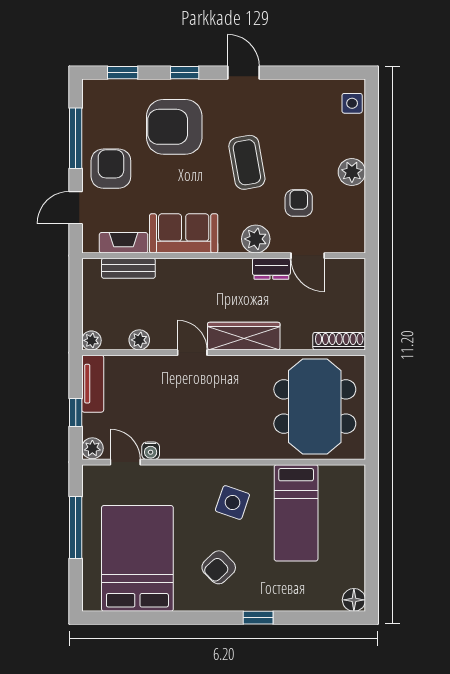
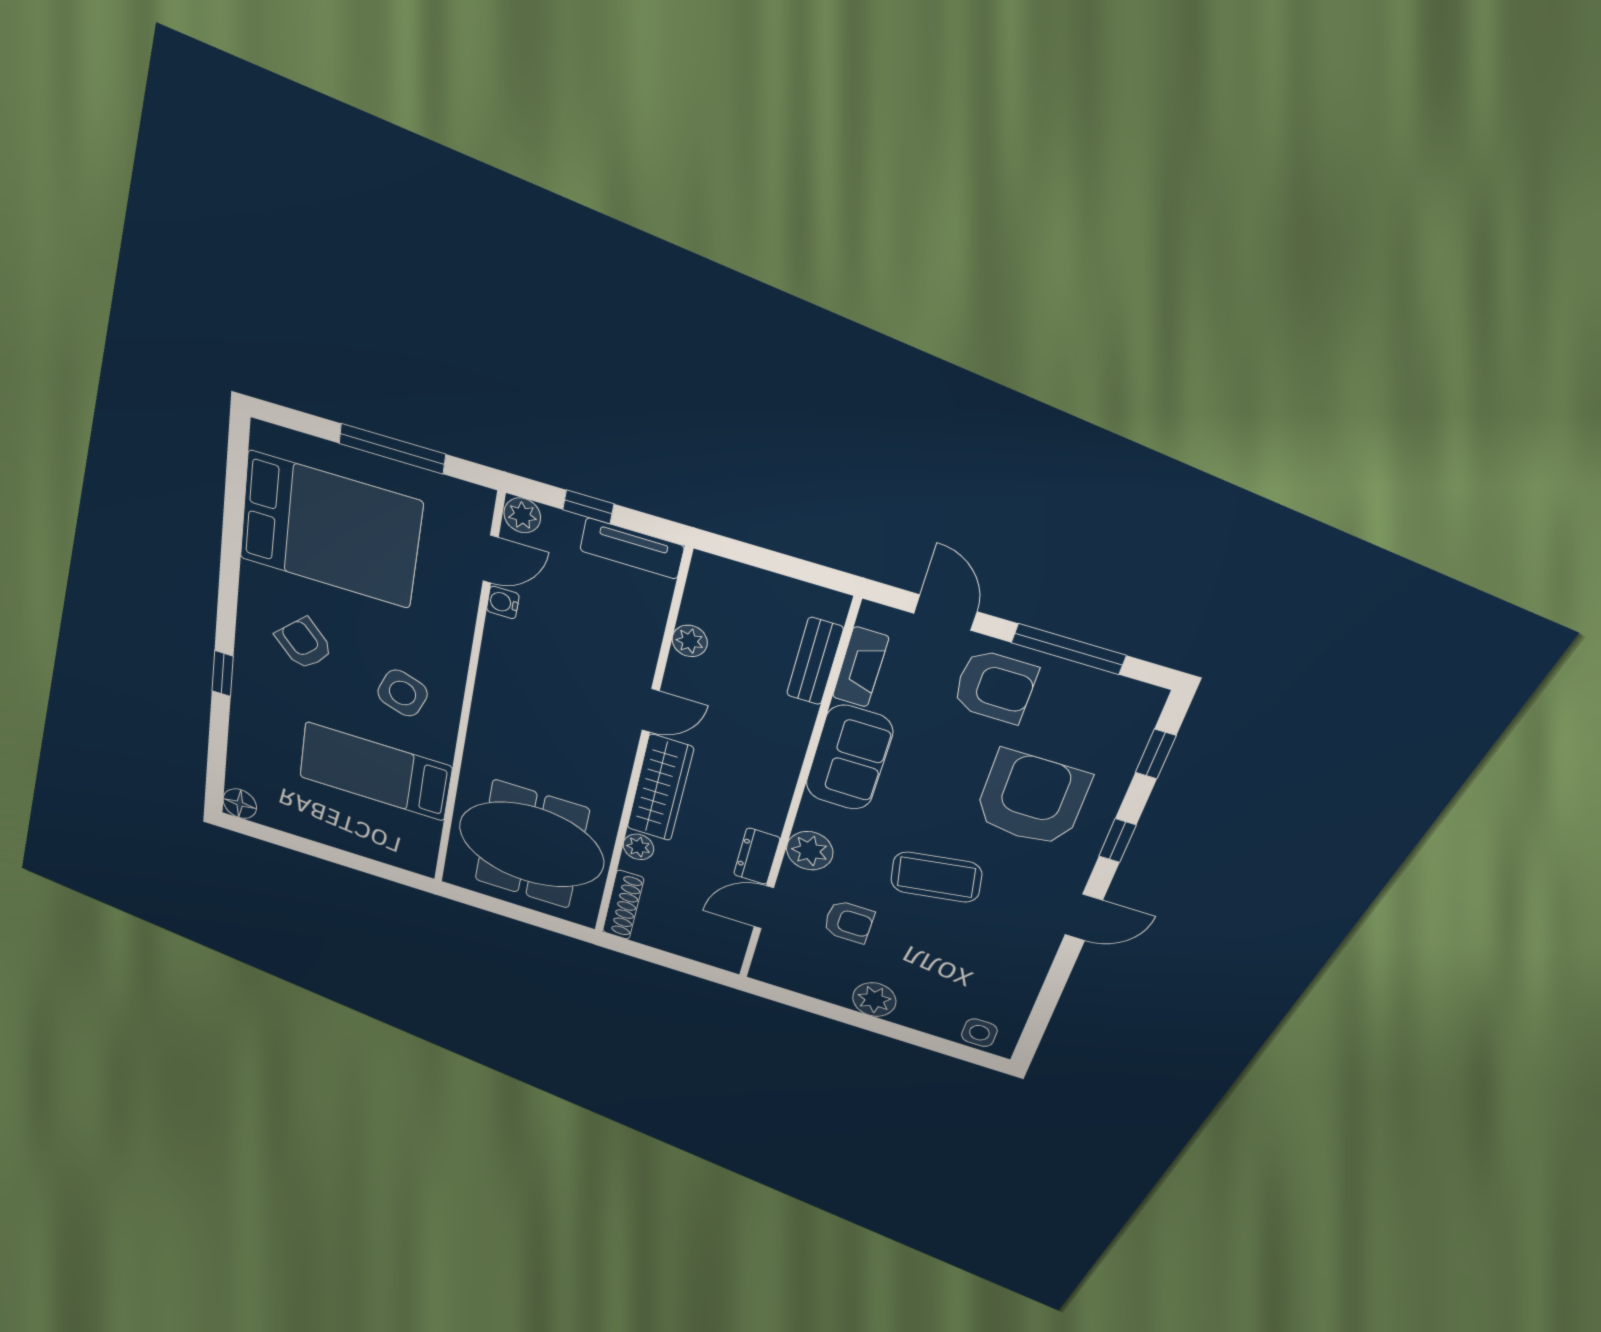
plant: (91, 340) -> (638, 847), moved

